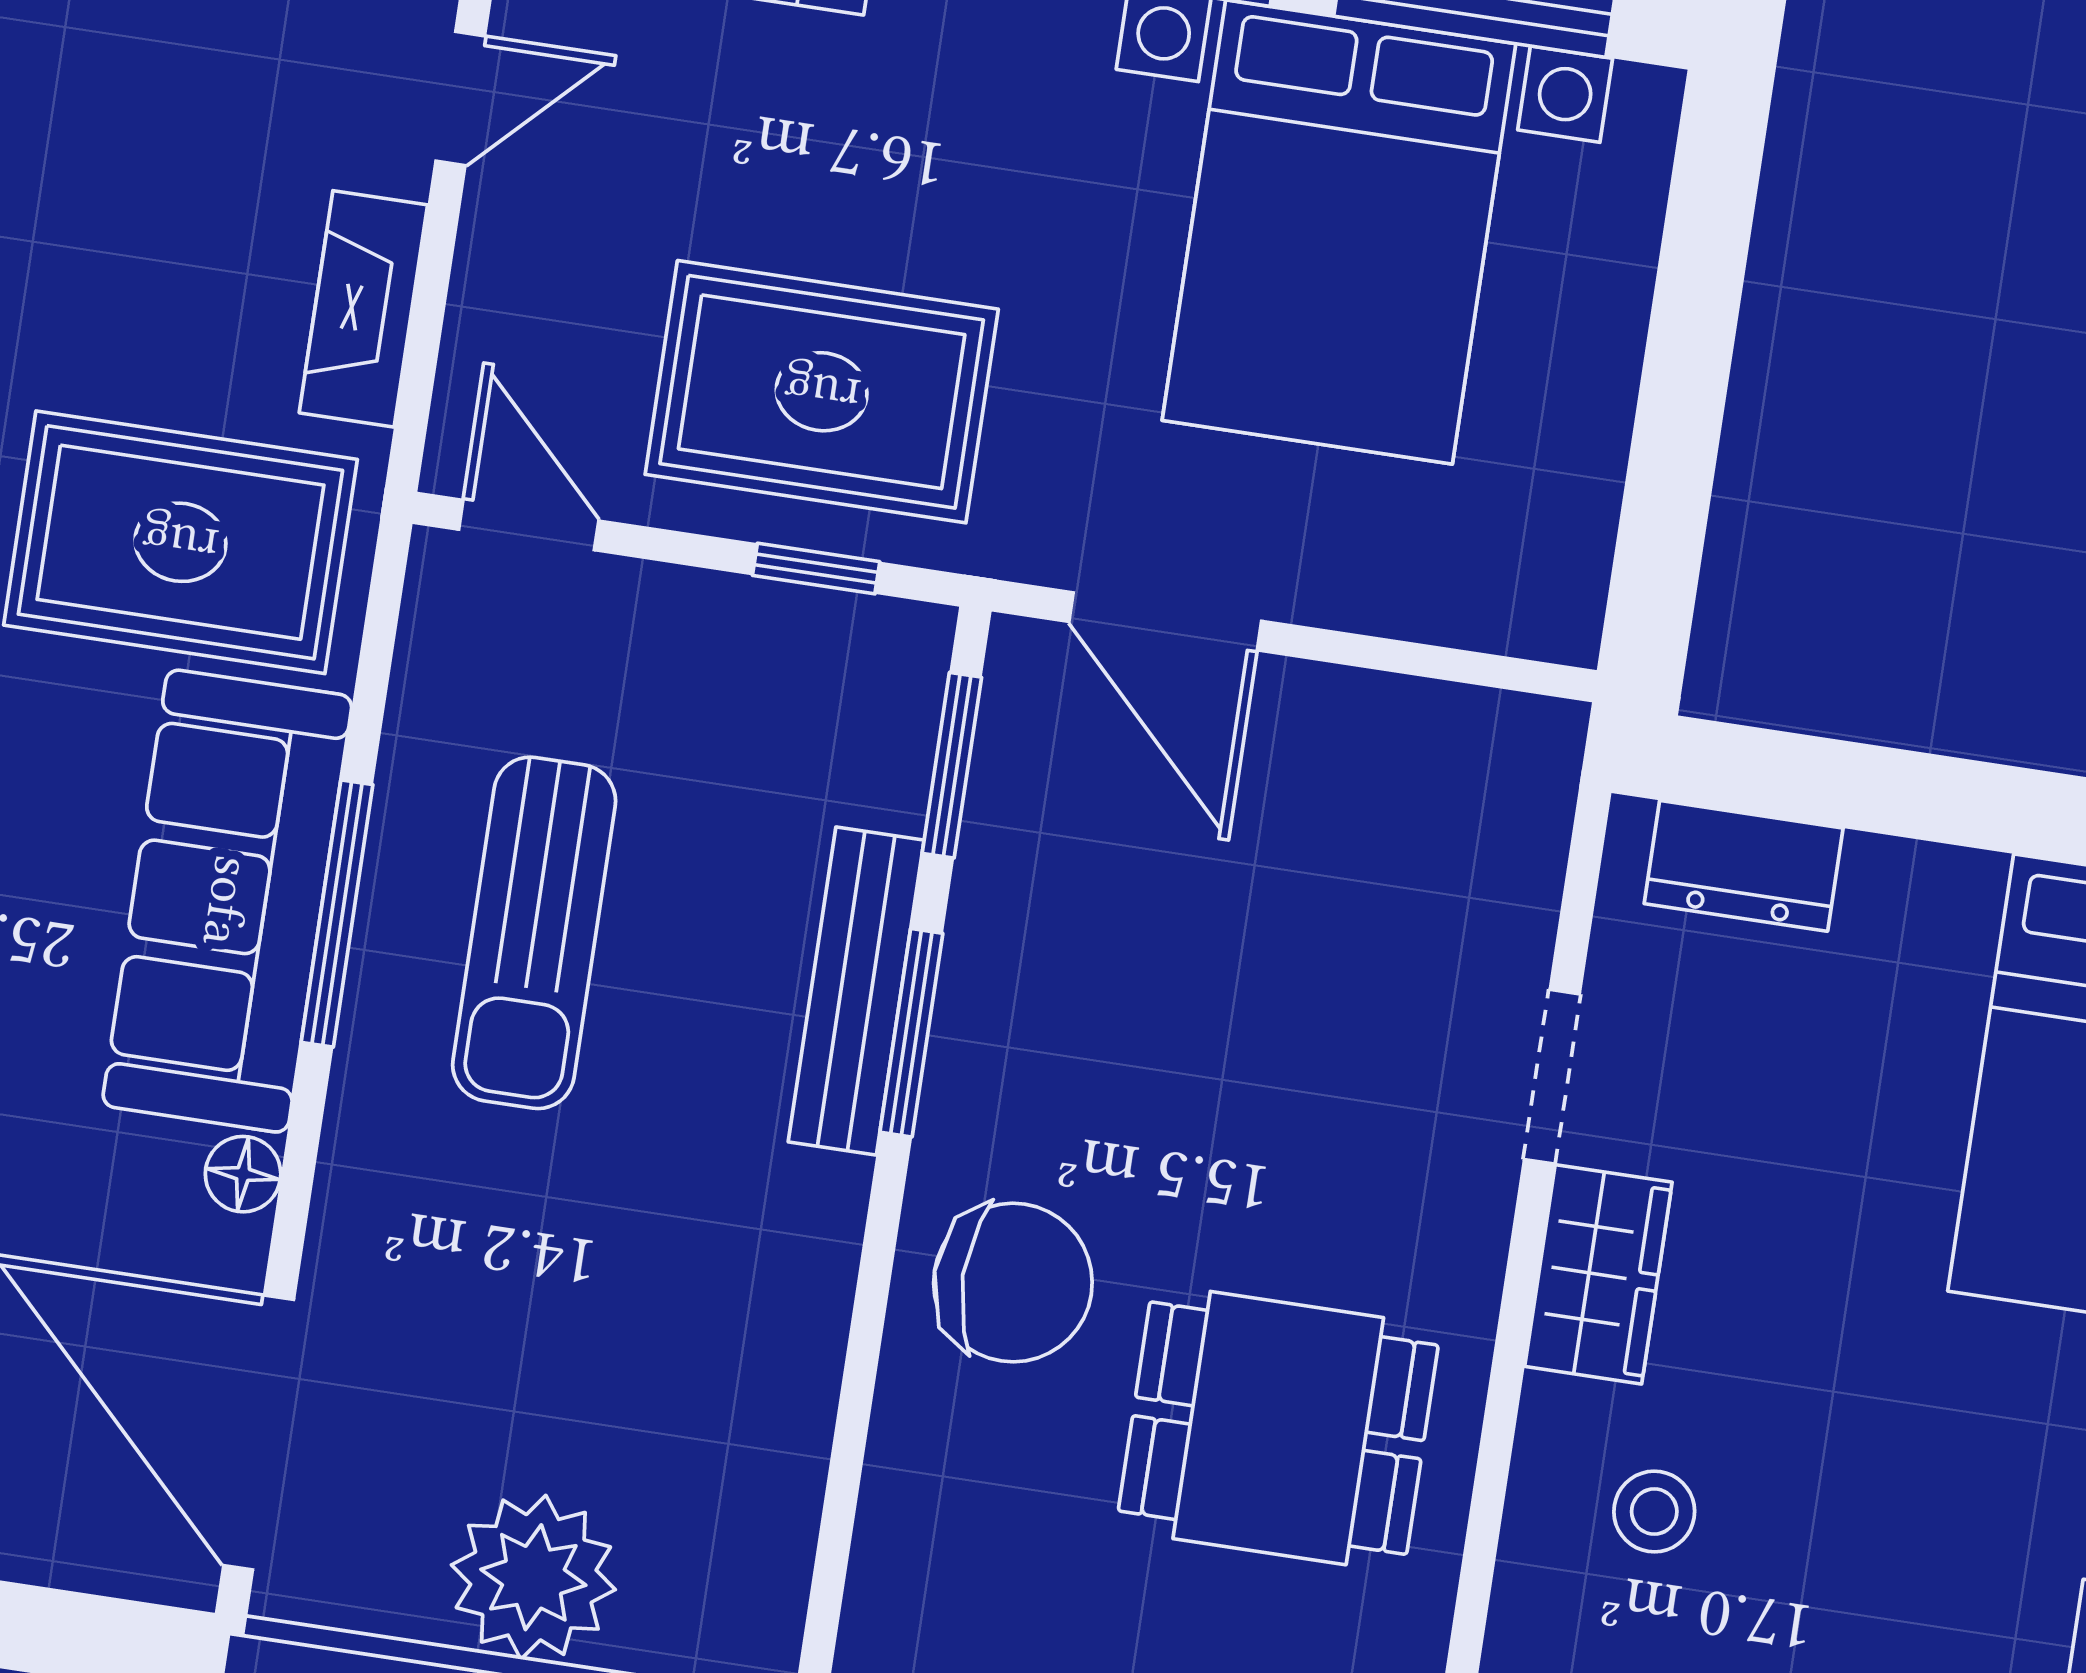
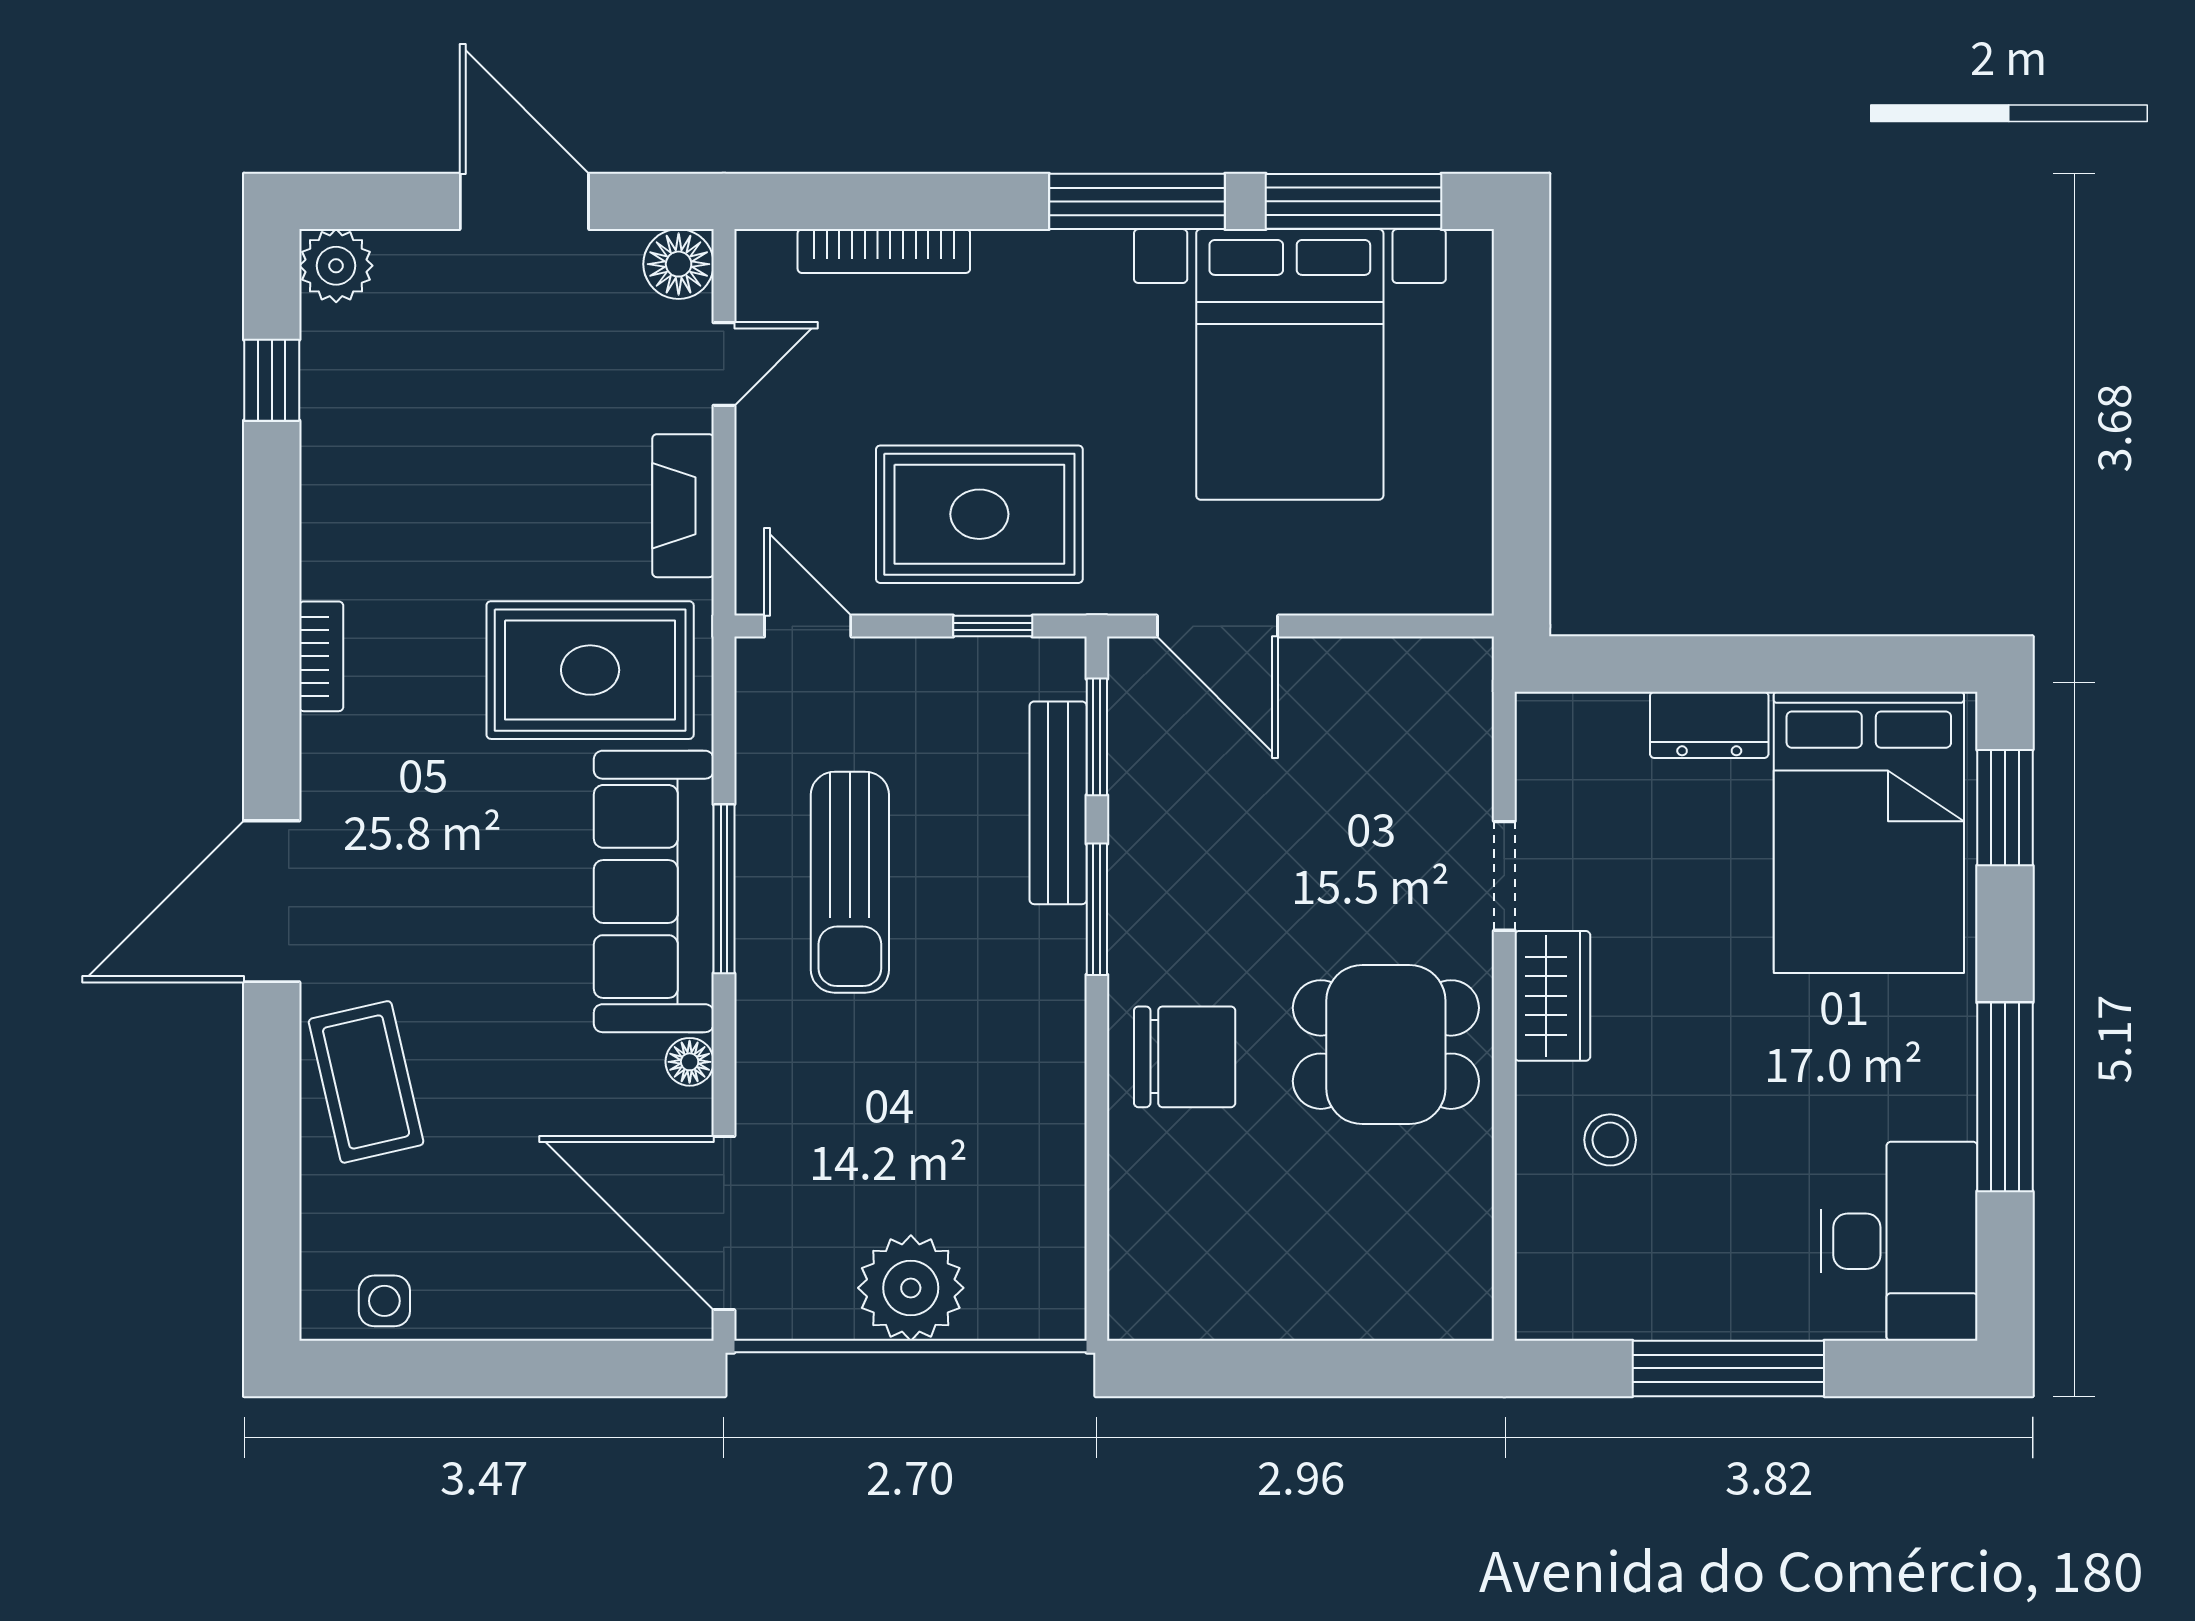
dresser: (1744, 866) -> (1709, 725), moved
bench: (856, 991) -> (1058, 803), moved
dining table: (1278, 1428) -> (1386, 1045), moved

